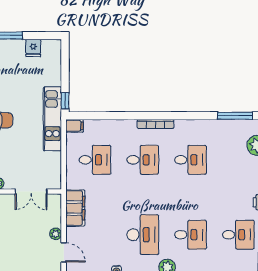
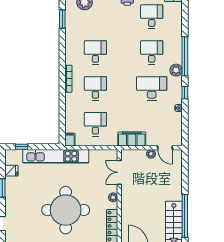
window: (65, 101) -> (22, 147), moved
window: (235, 116) -> (62, 19), width x0.69
kitchen unit: (52, 119) -> (56, 156), width x1.36
double door: (31, 192) -> (119, 172), swing flipped
door: (64, 252) -> (165, 148), swing flipped

